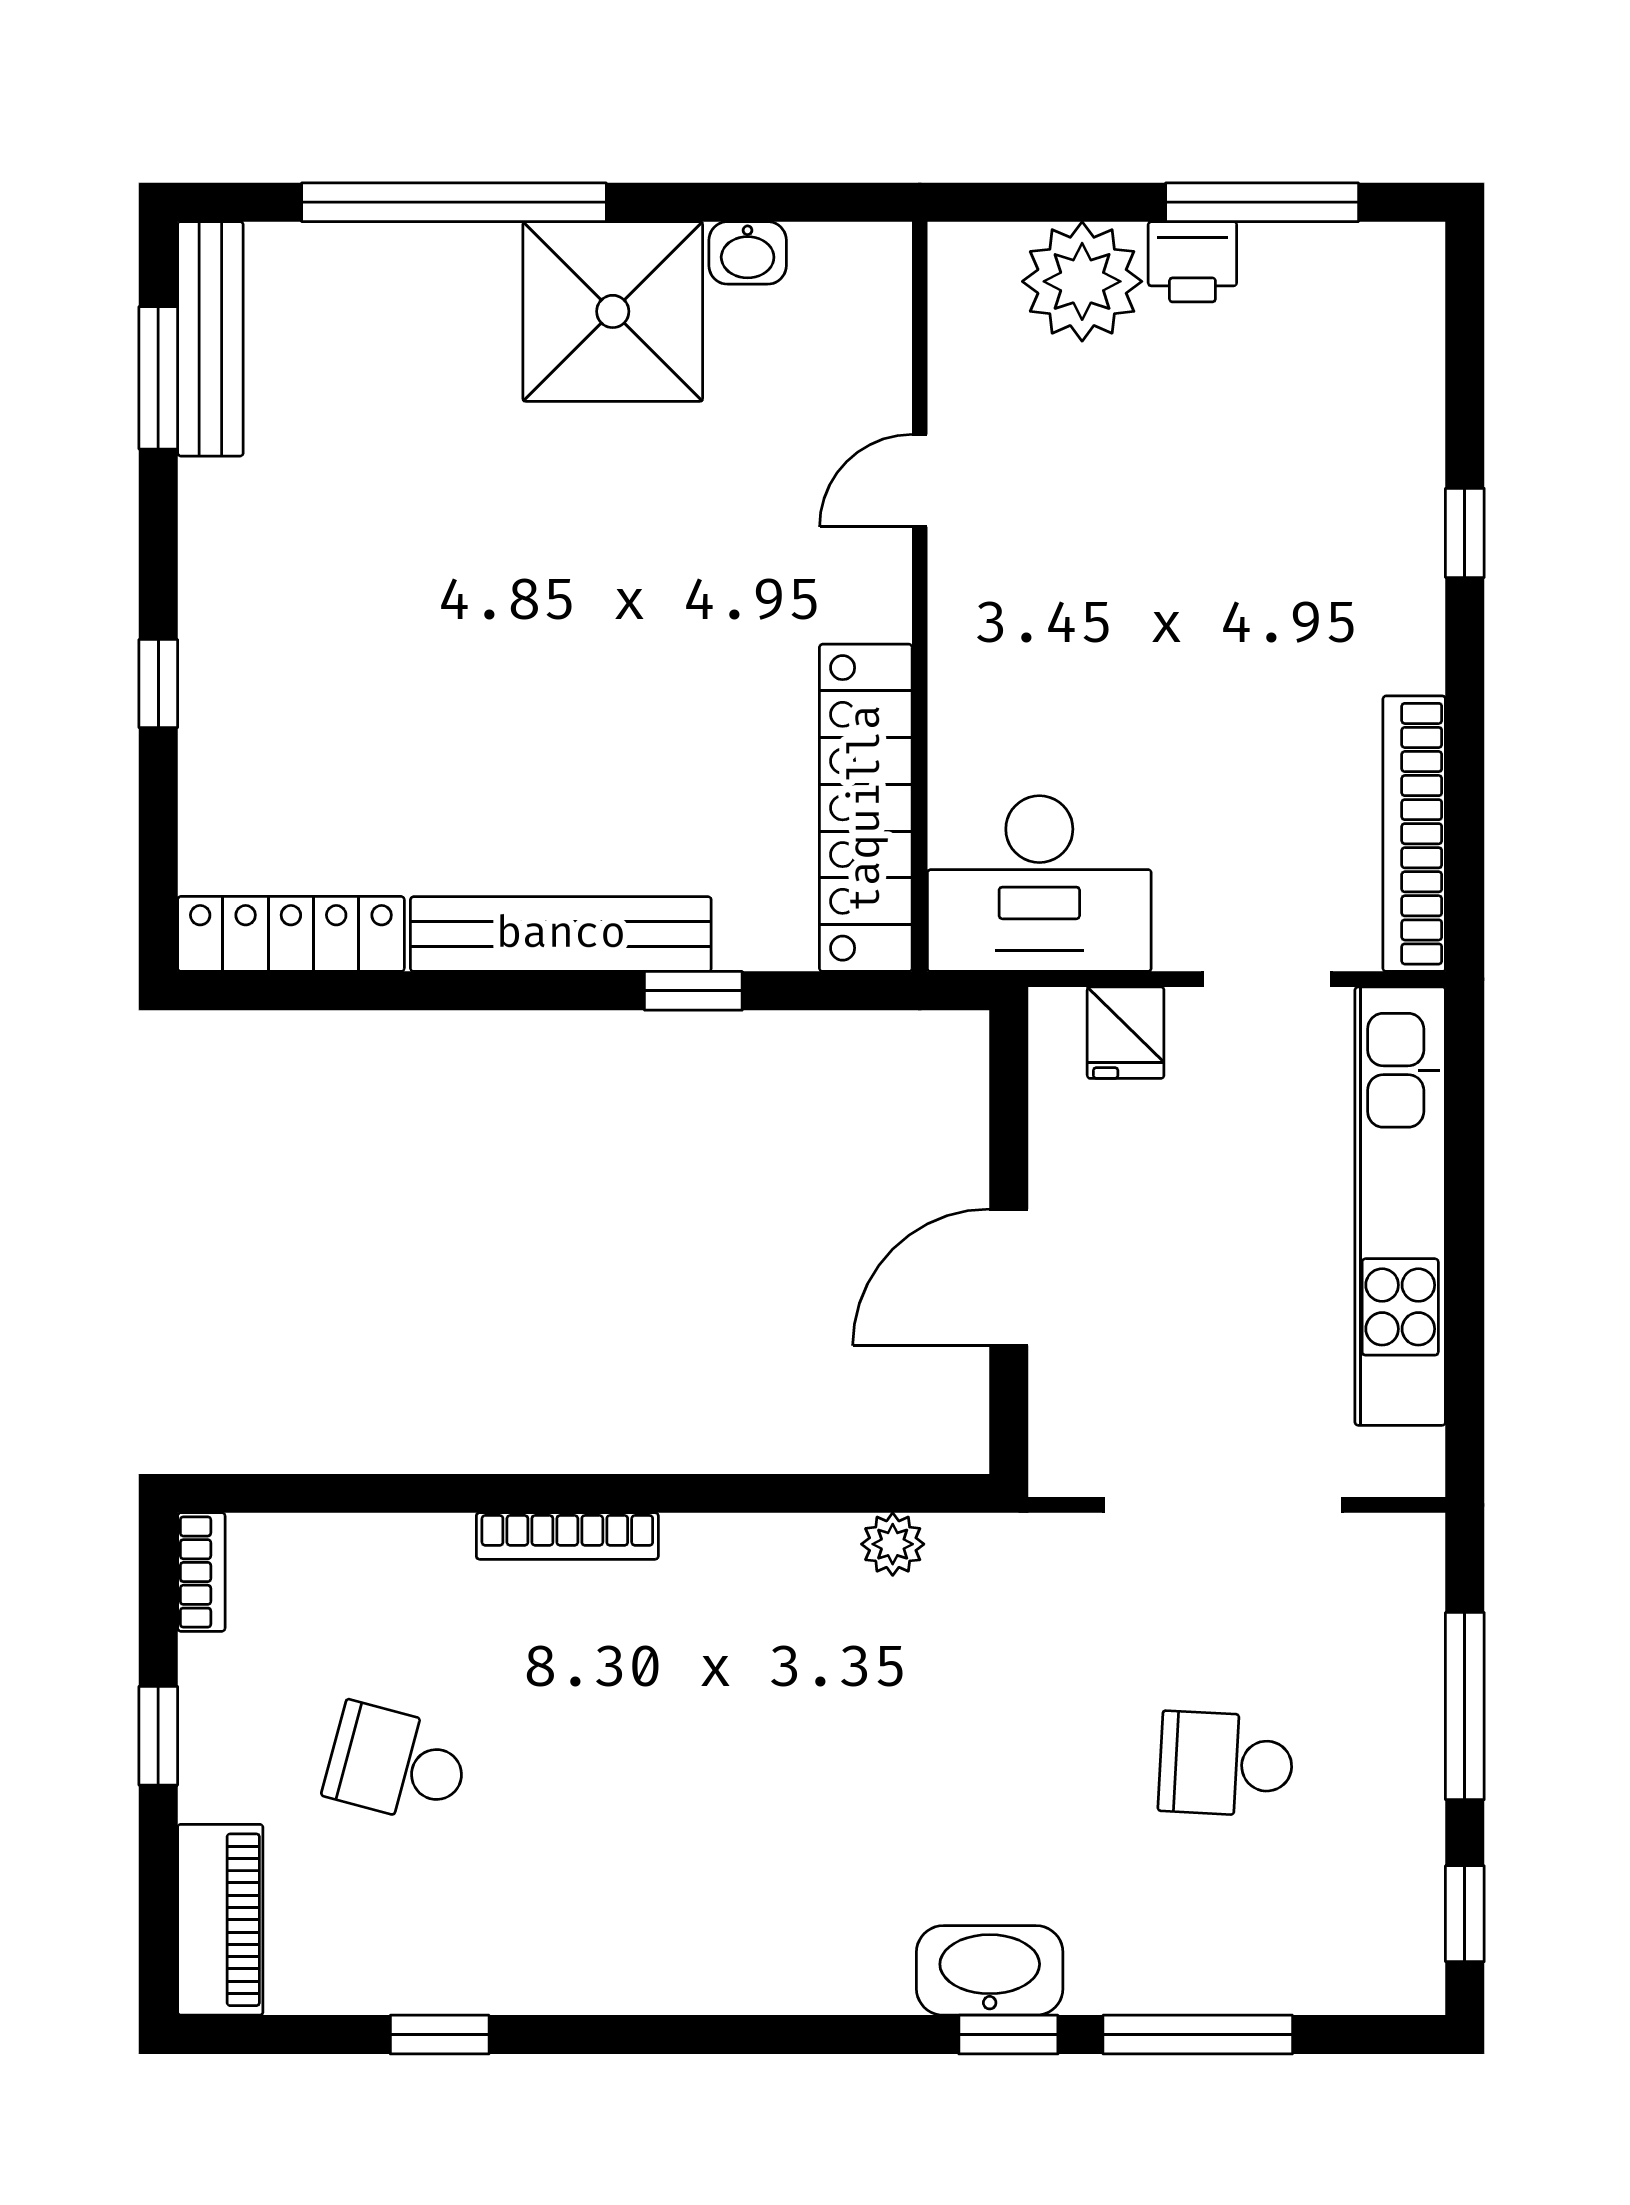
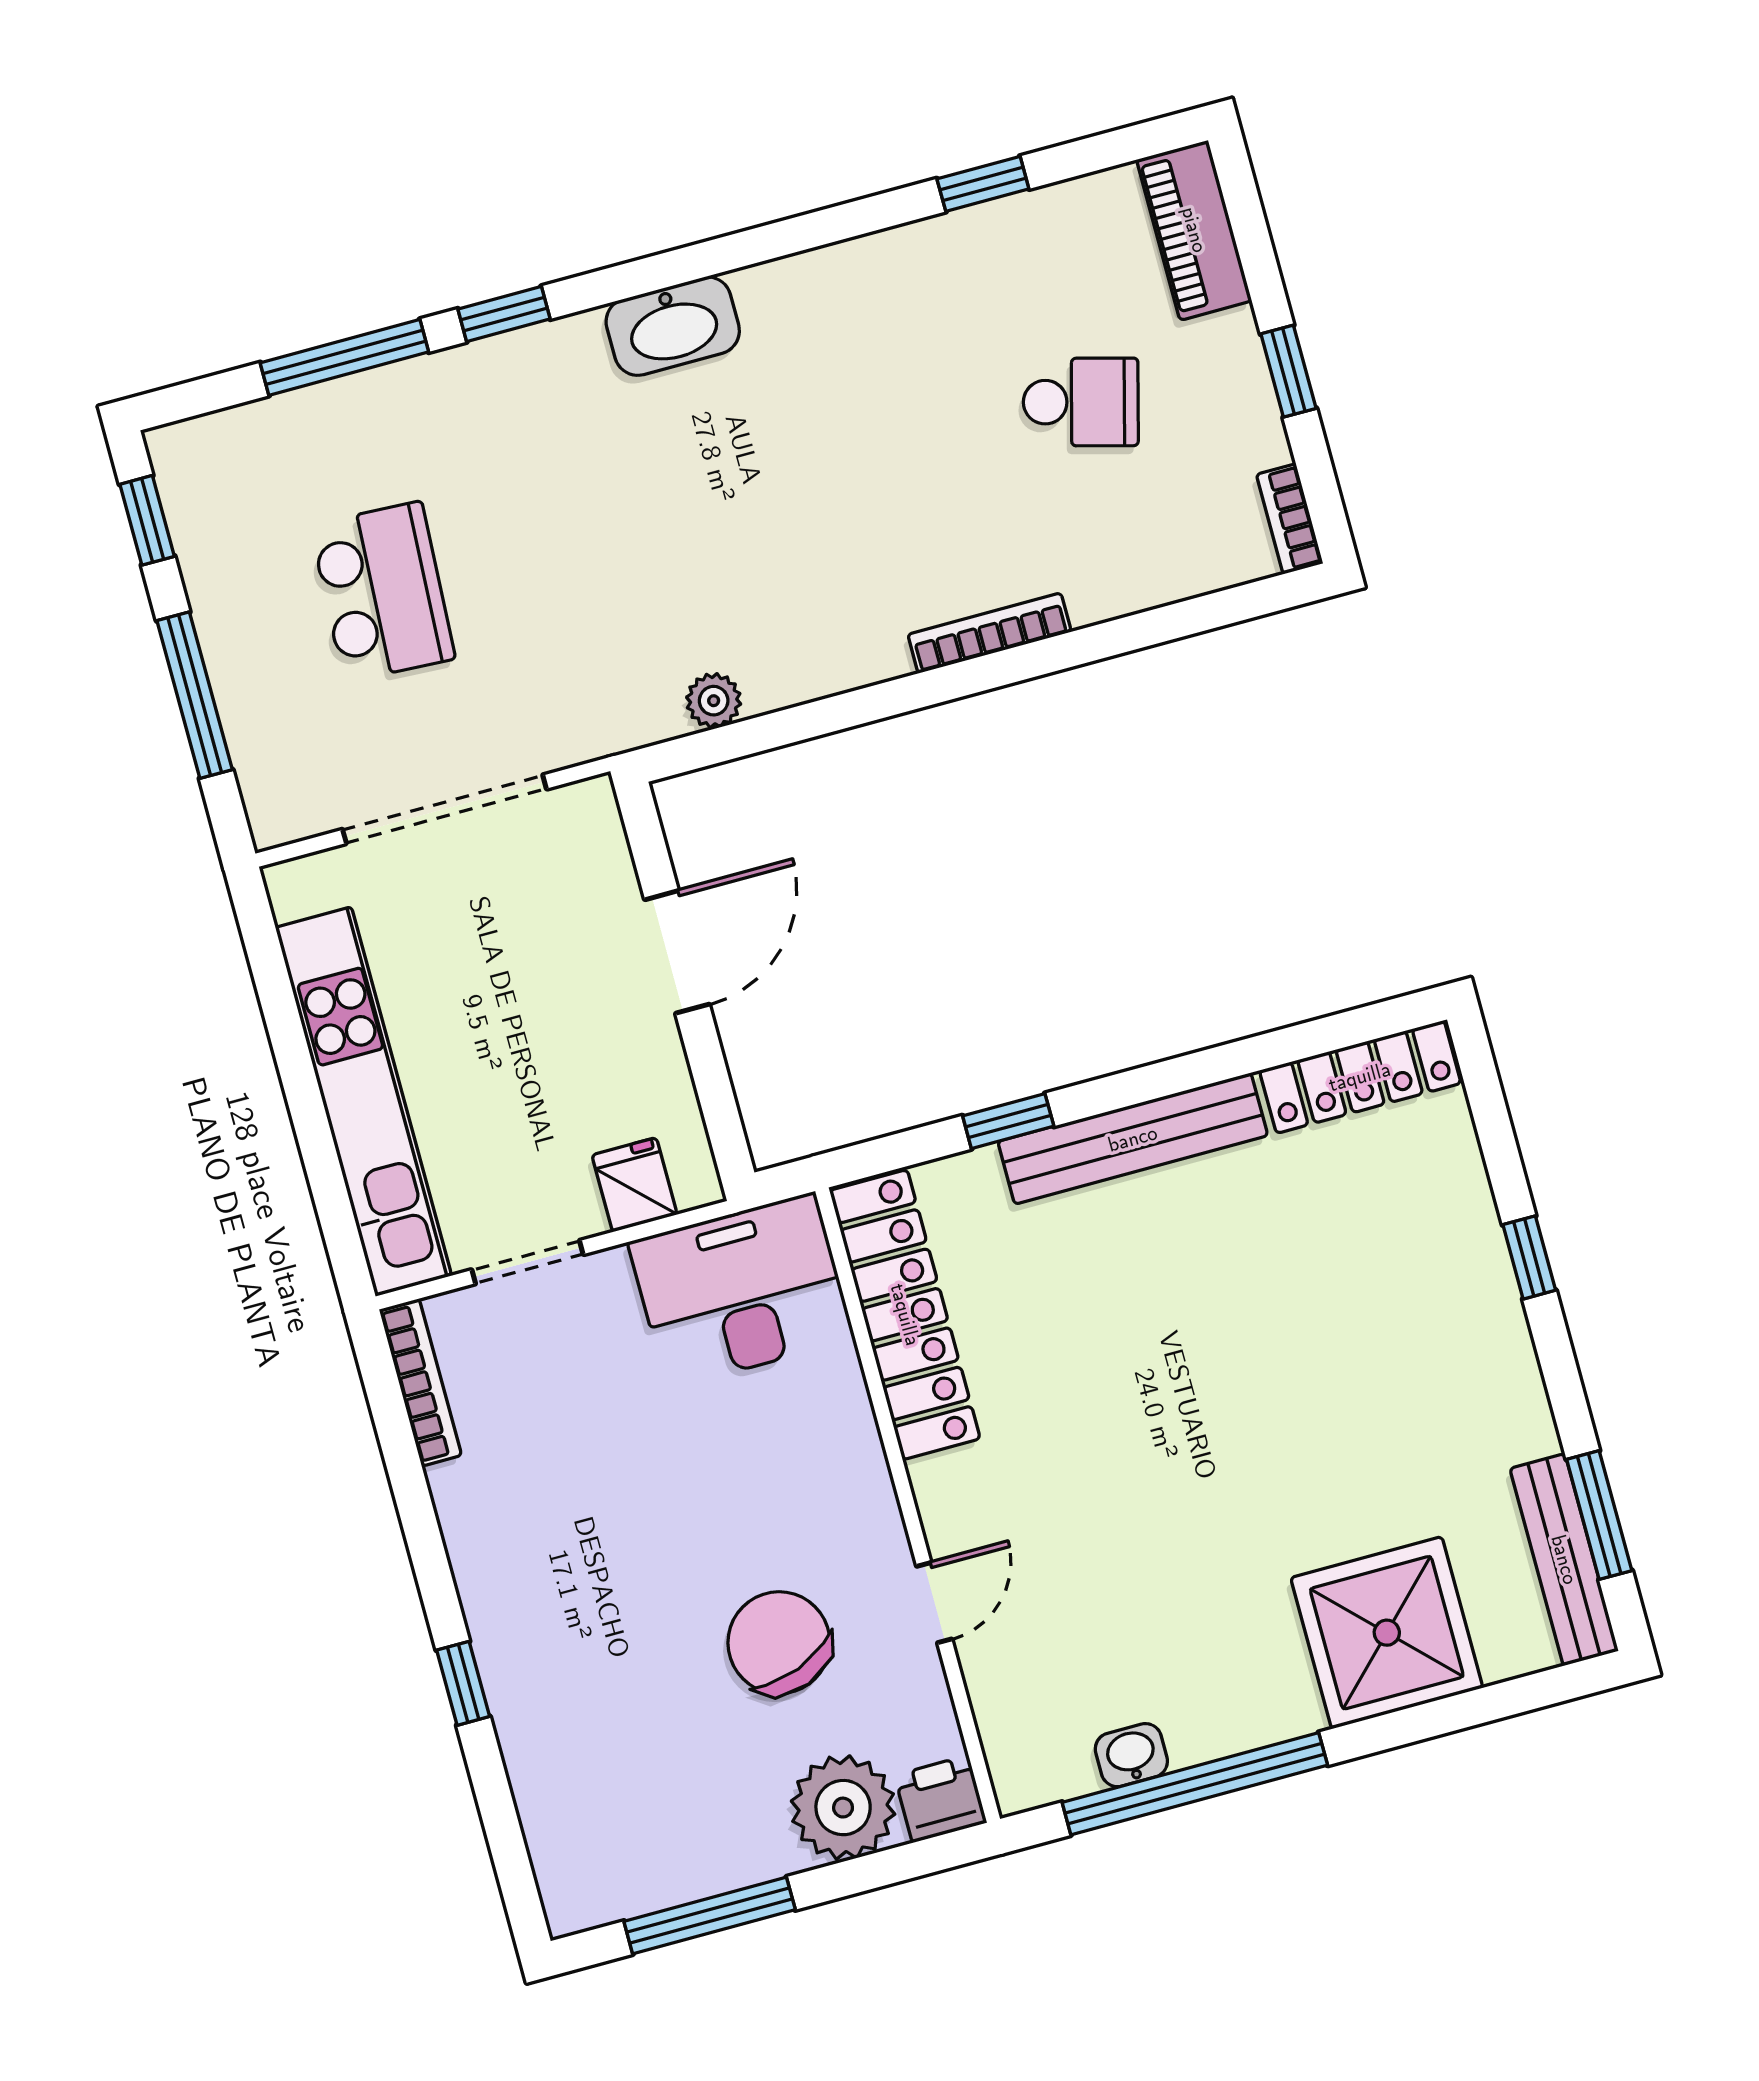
window: (454, 202) -> (1195, 1784), moved
printer: (1192, 262) -> (941, 1799), moved
shower: (613, 311) -> (1387, 1633), moved
chair: (1103, 483) -> (779, 1643), added
bookcase: (1414, 834) -> (420, 1382), width x0.68, depth x0.76
school desk: (1226, 1764) -> (383, 592), width x1.85
washbasin: (990, 1970) -> (673, 326), moved

